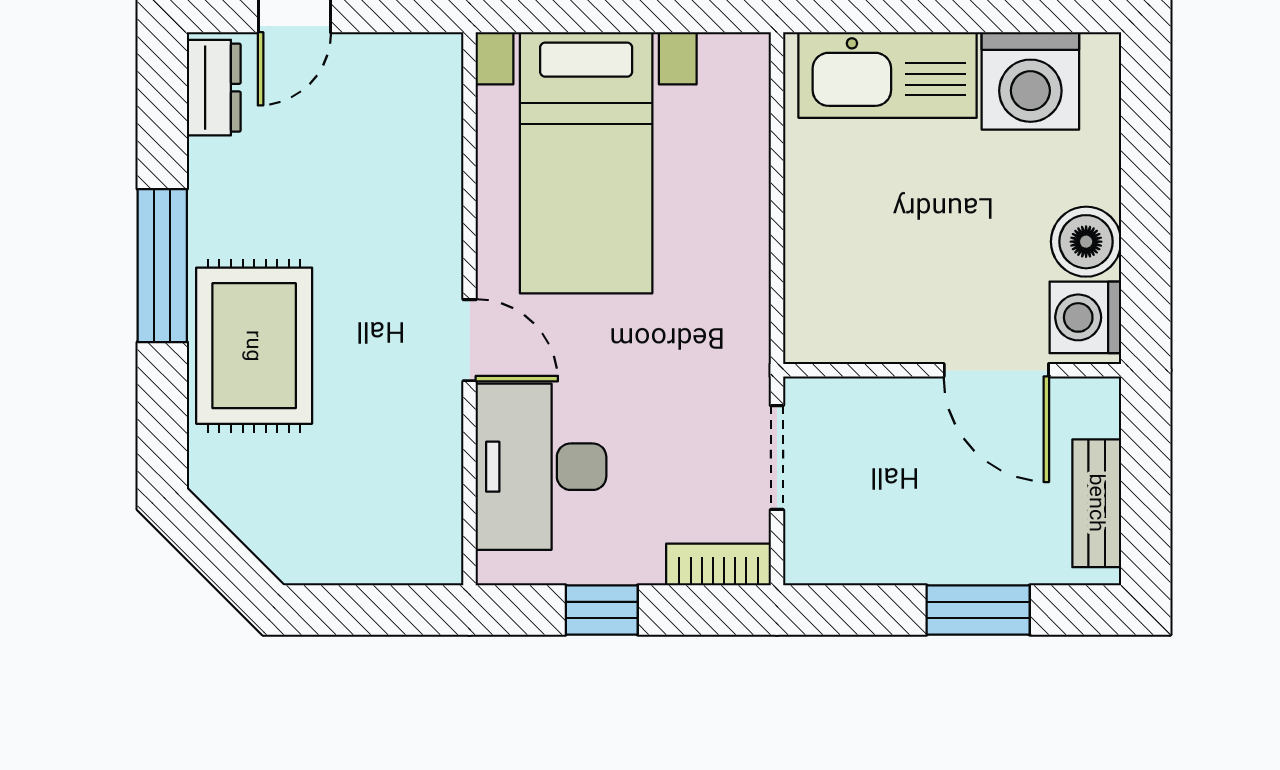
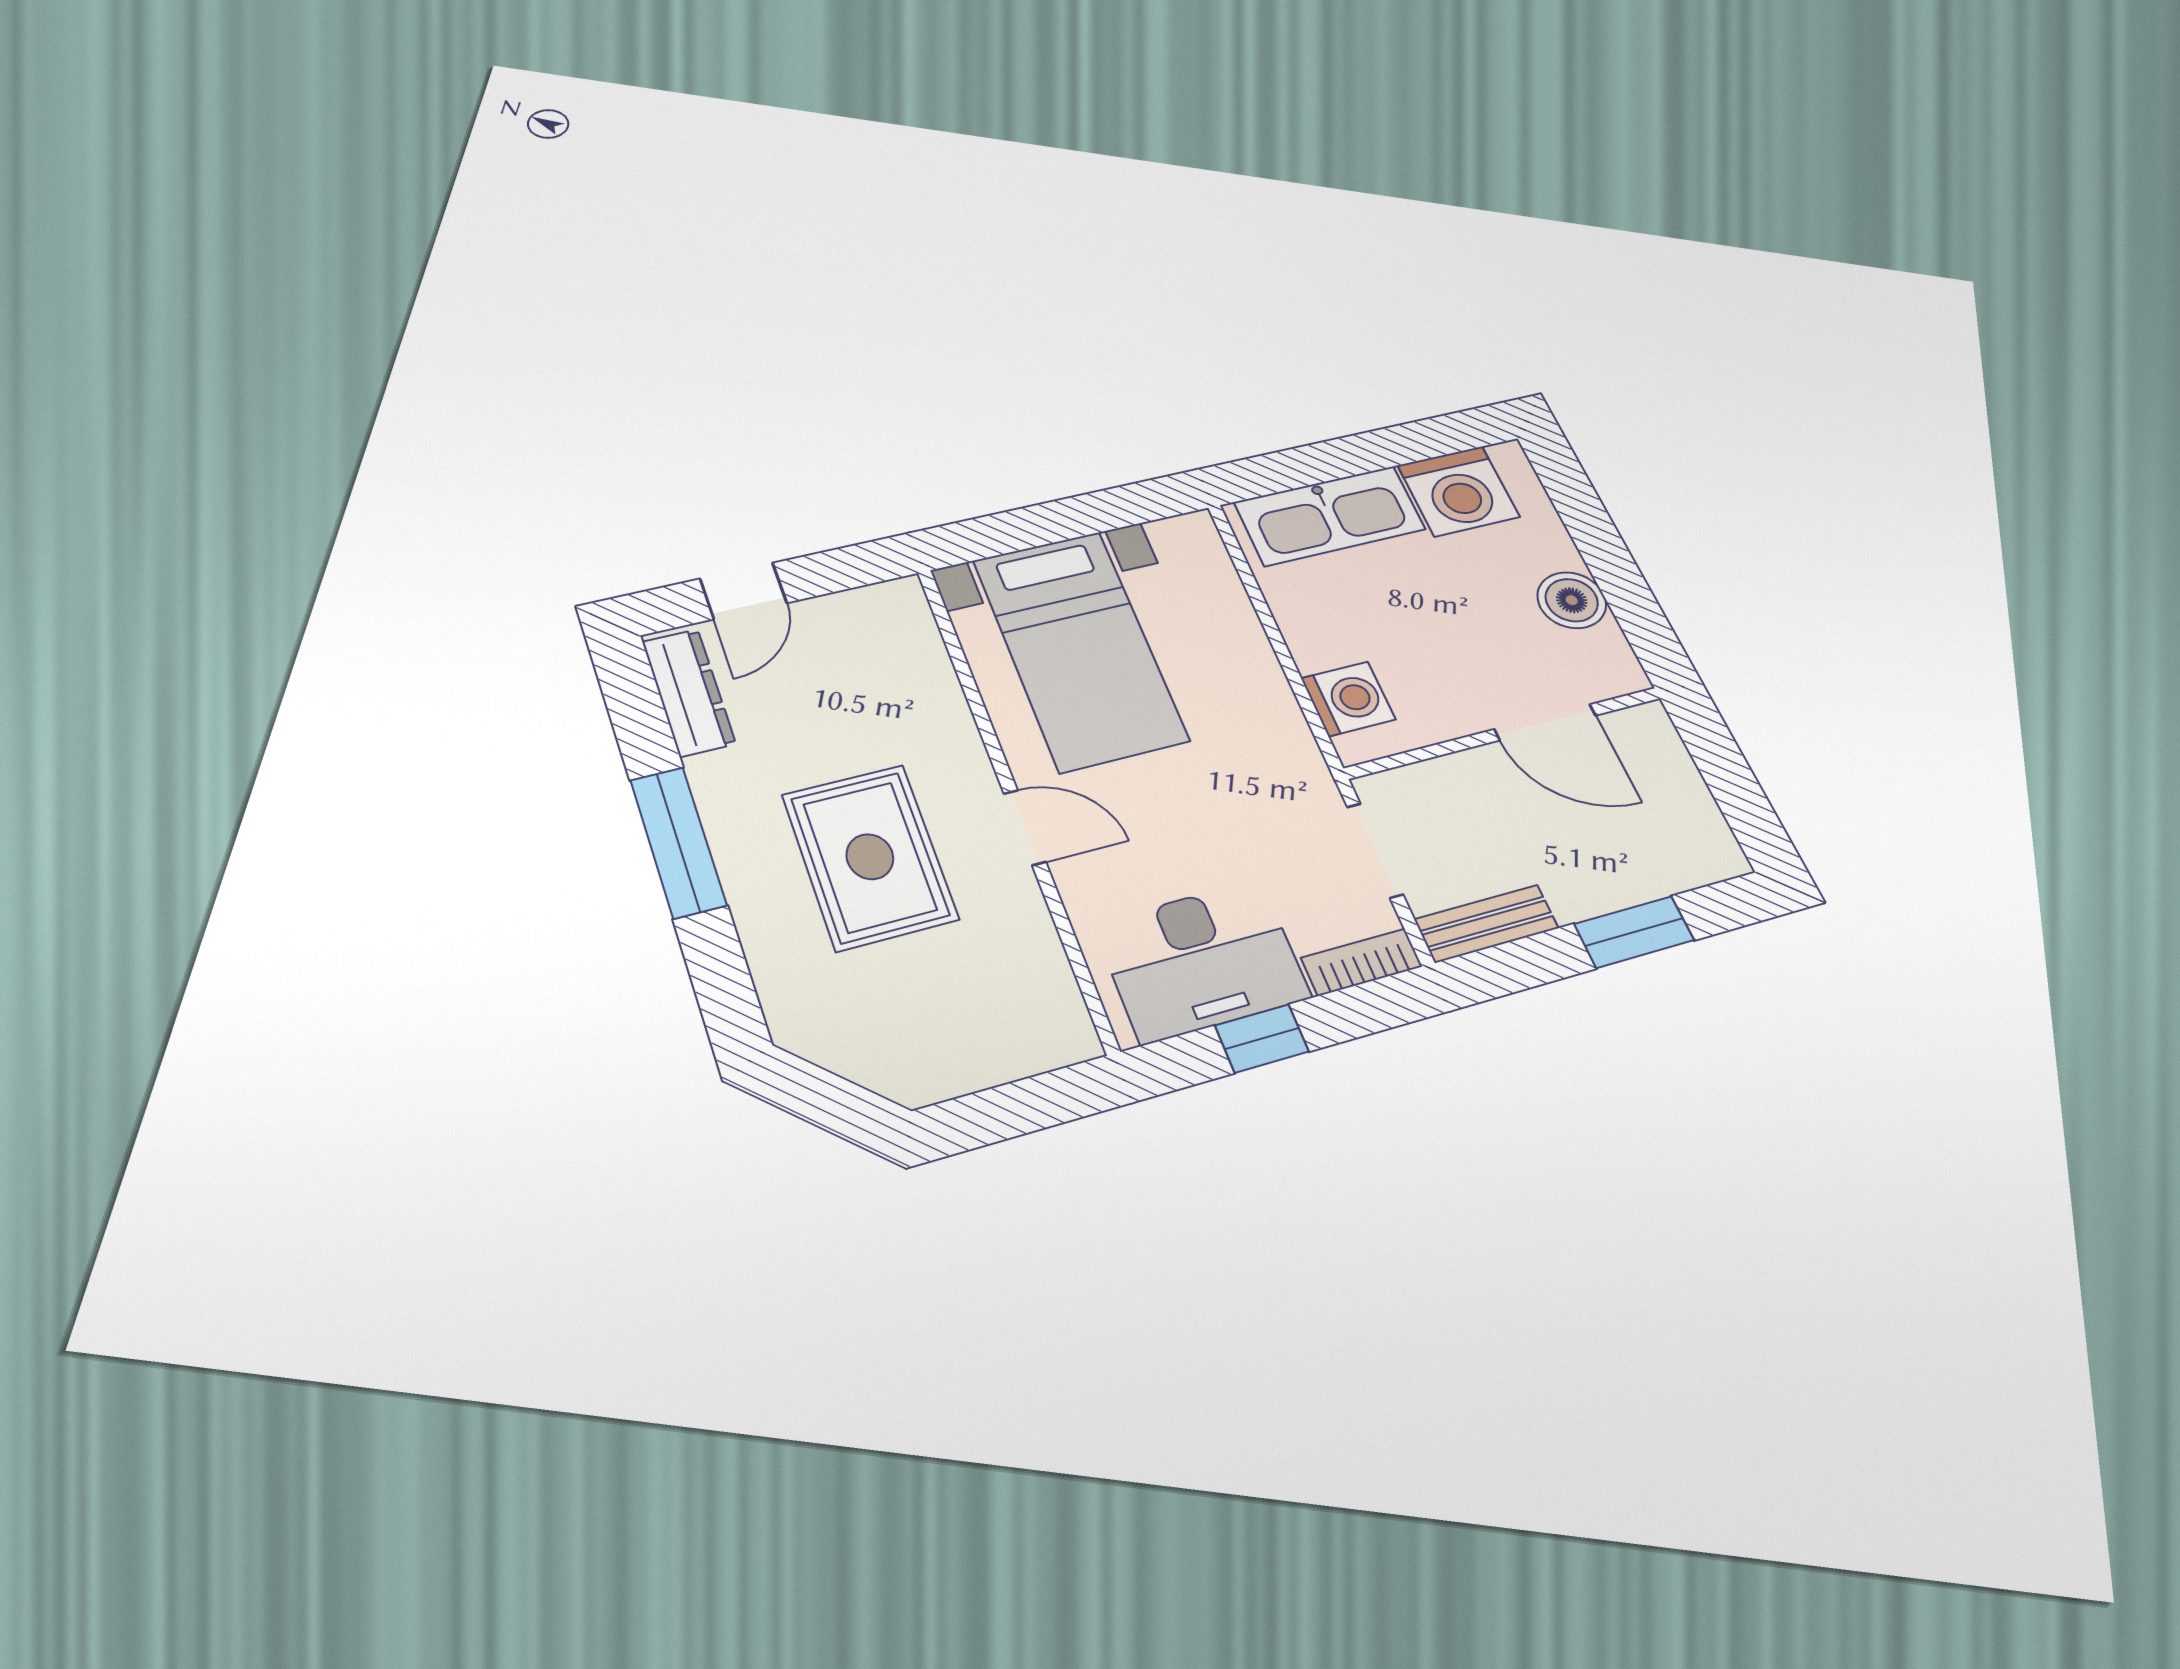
dresser: (214, 88) -> (689, 692), width x1.44
washing machine: (1085, 317) -> (1348, 699), moved, turned 180
rug: (254, 346) -> (870, 857), moved
desk: (541, 467) -> (1202, 961), moved, turned -90
bench: (1097, 503) -> (1486, 924), moved, turned 90

